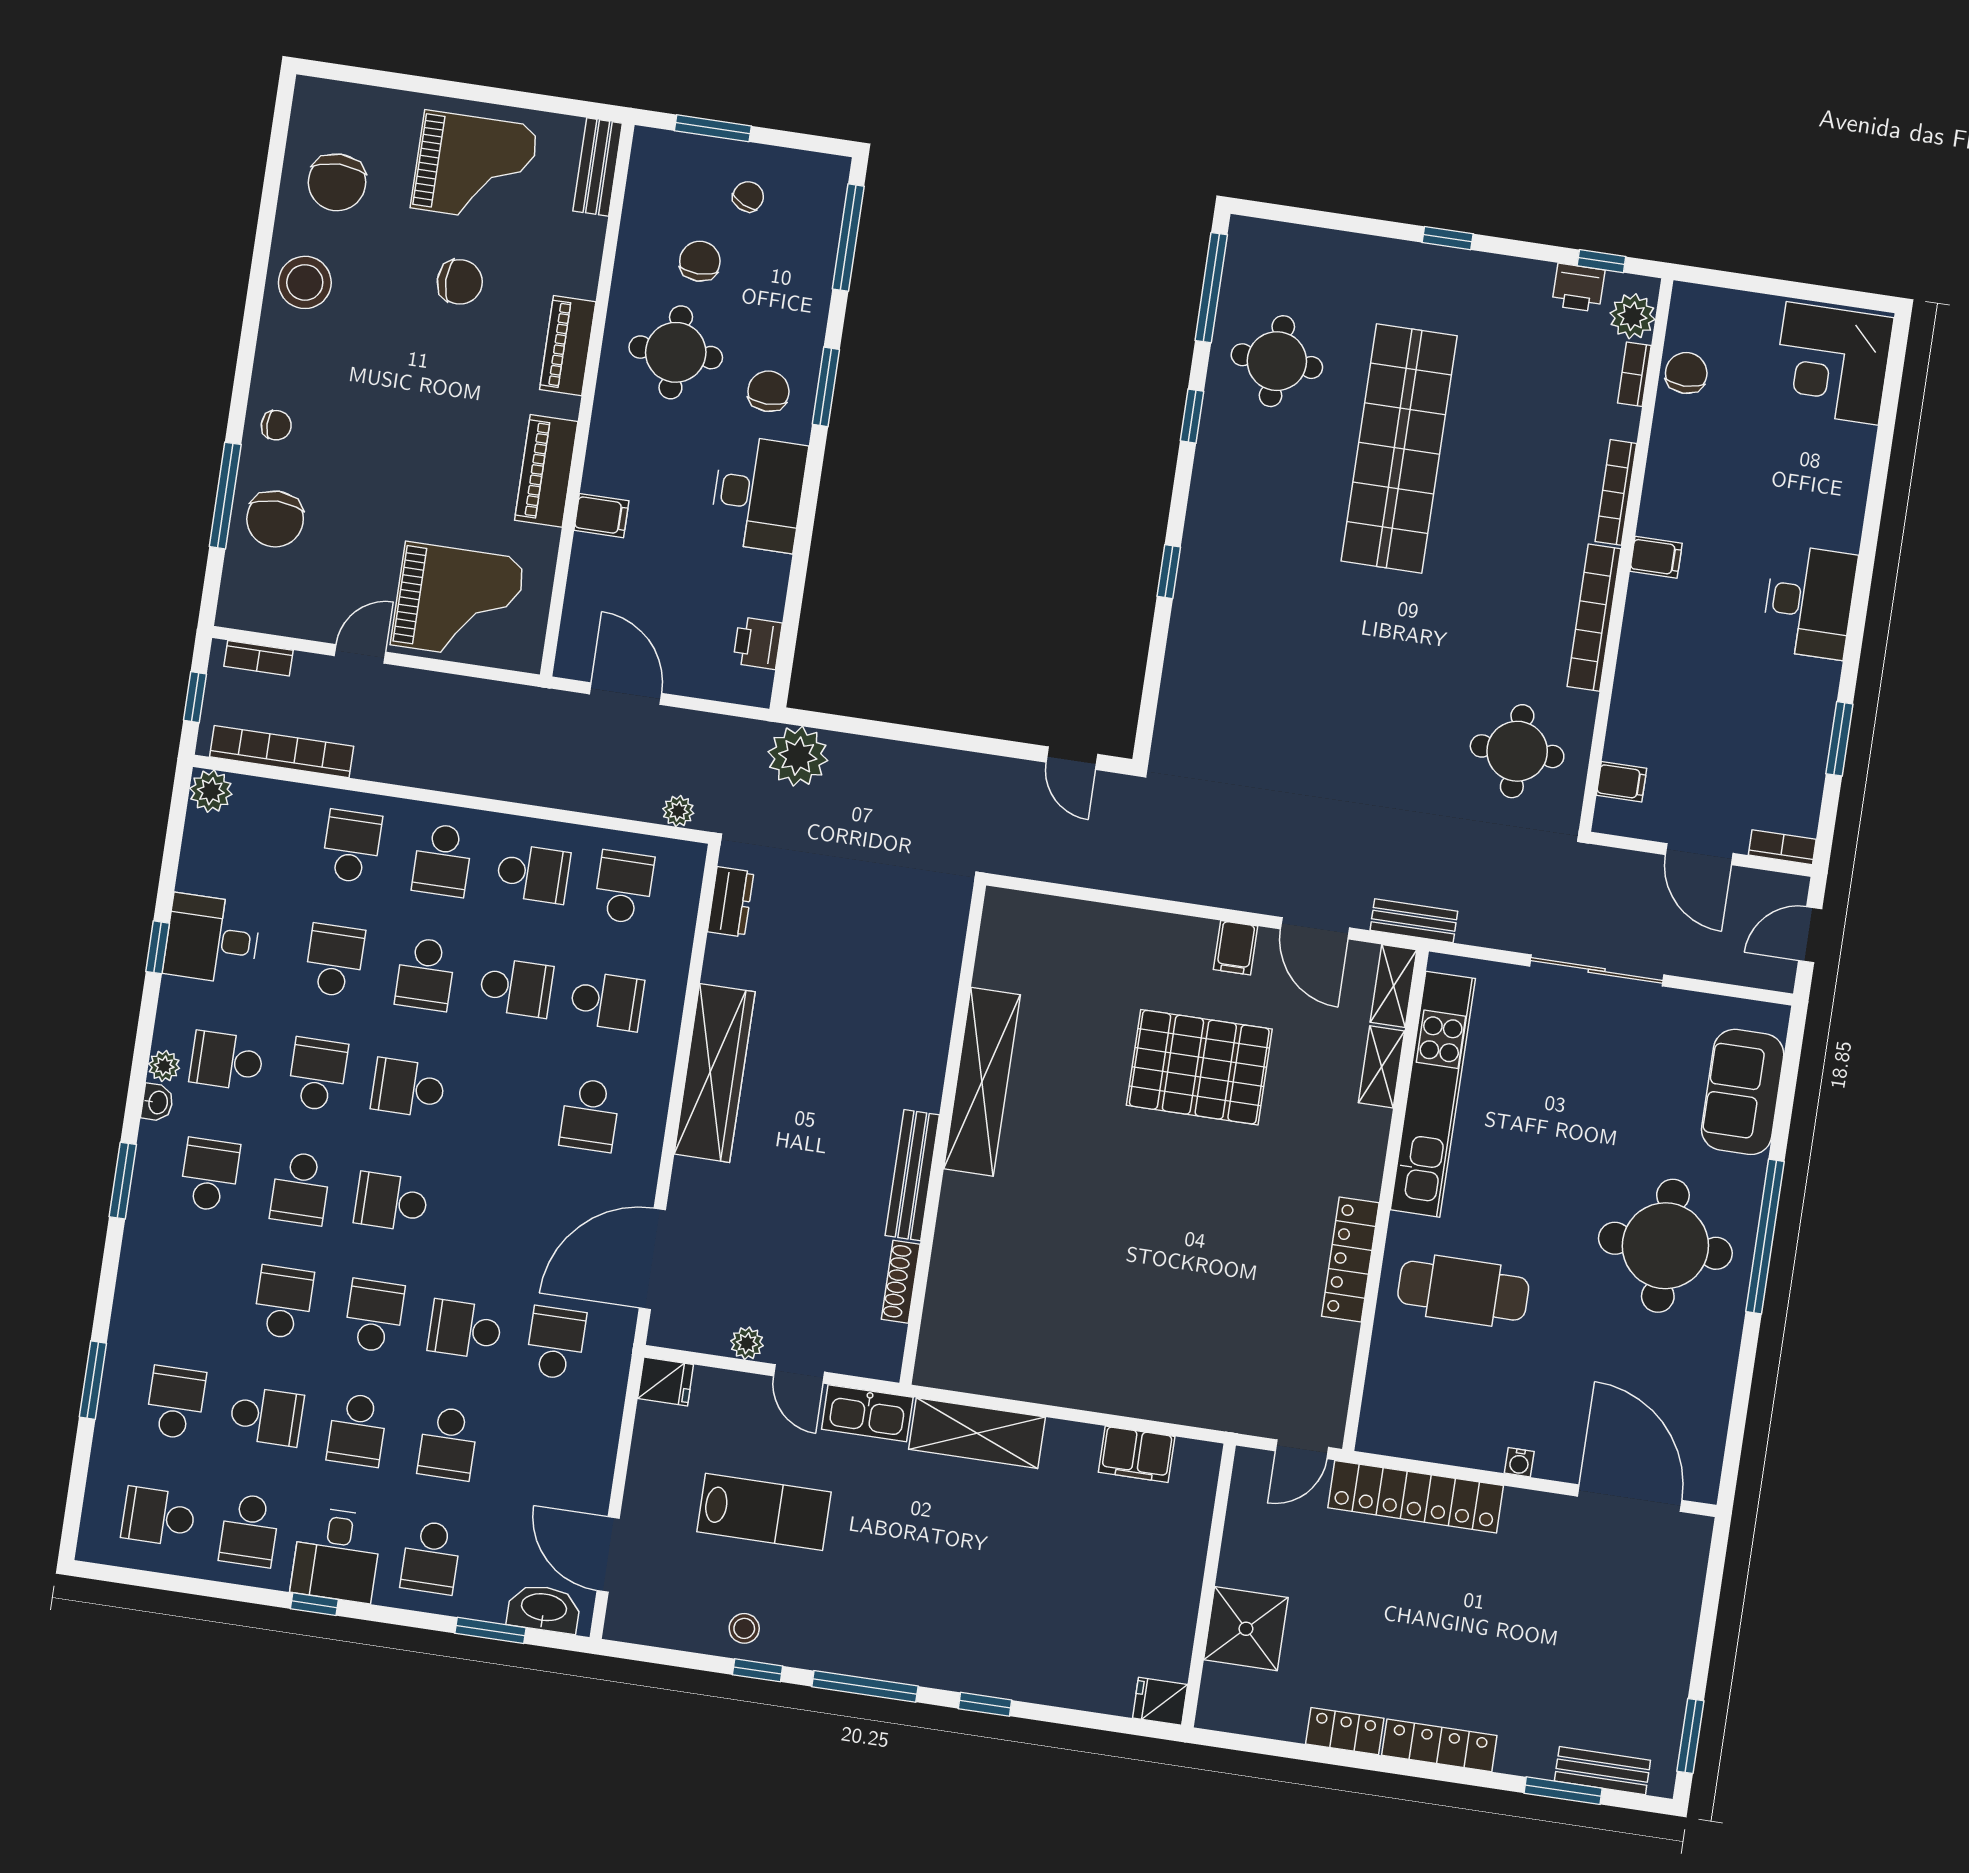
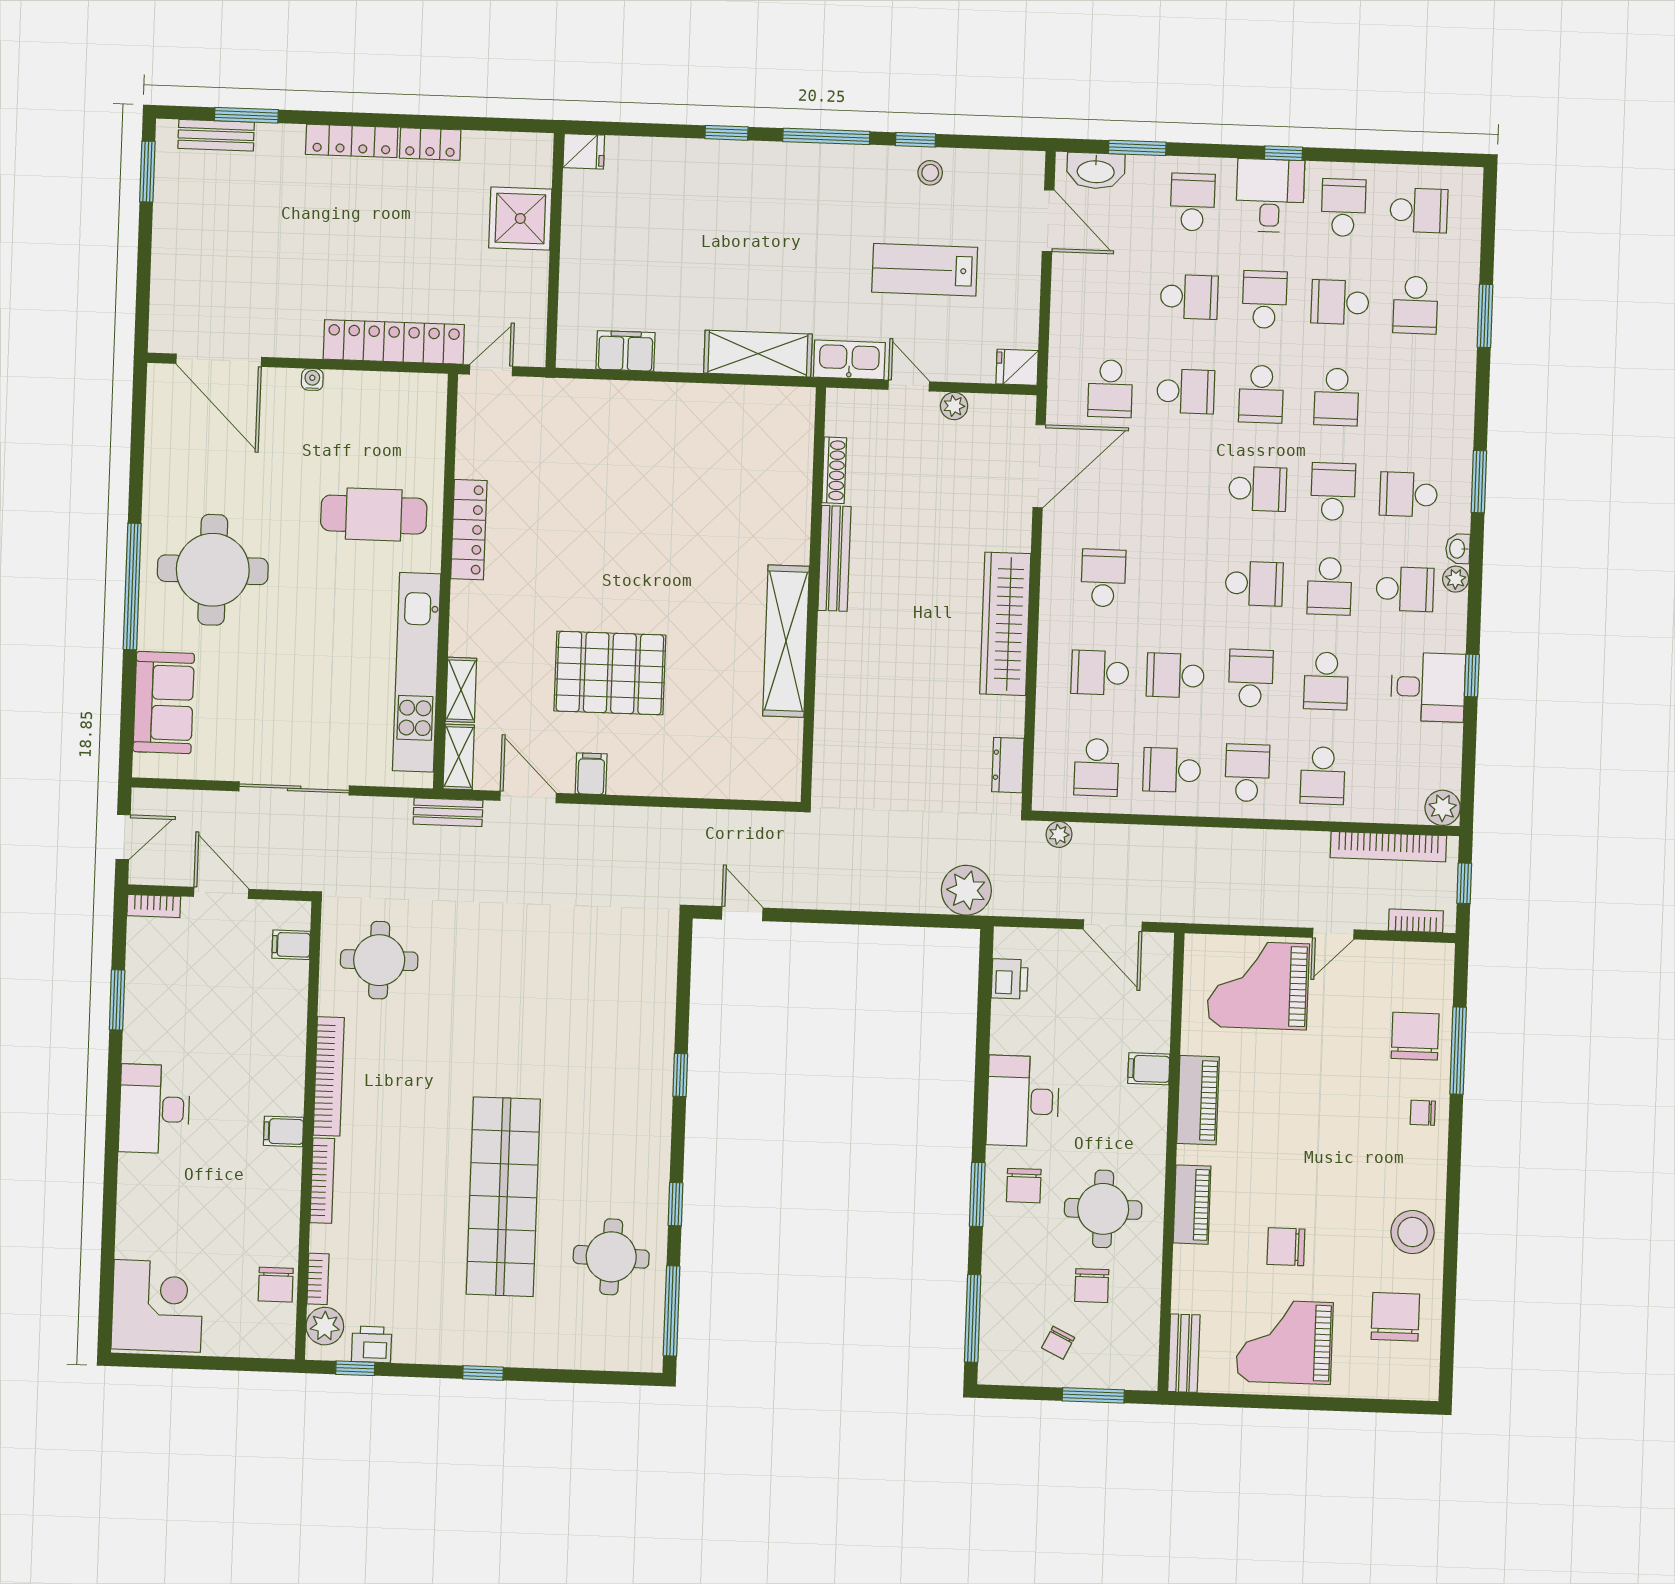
school desk: (210, 1175) -> (1408, 494), turned 90
school desk: (448, 1443) -> (1189, 297), turned 90

